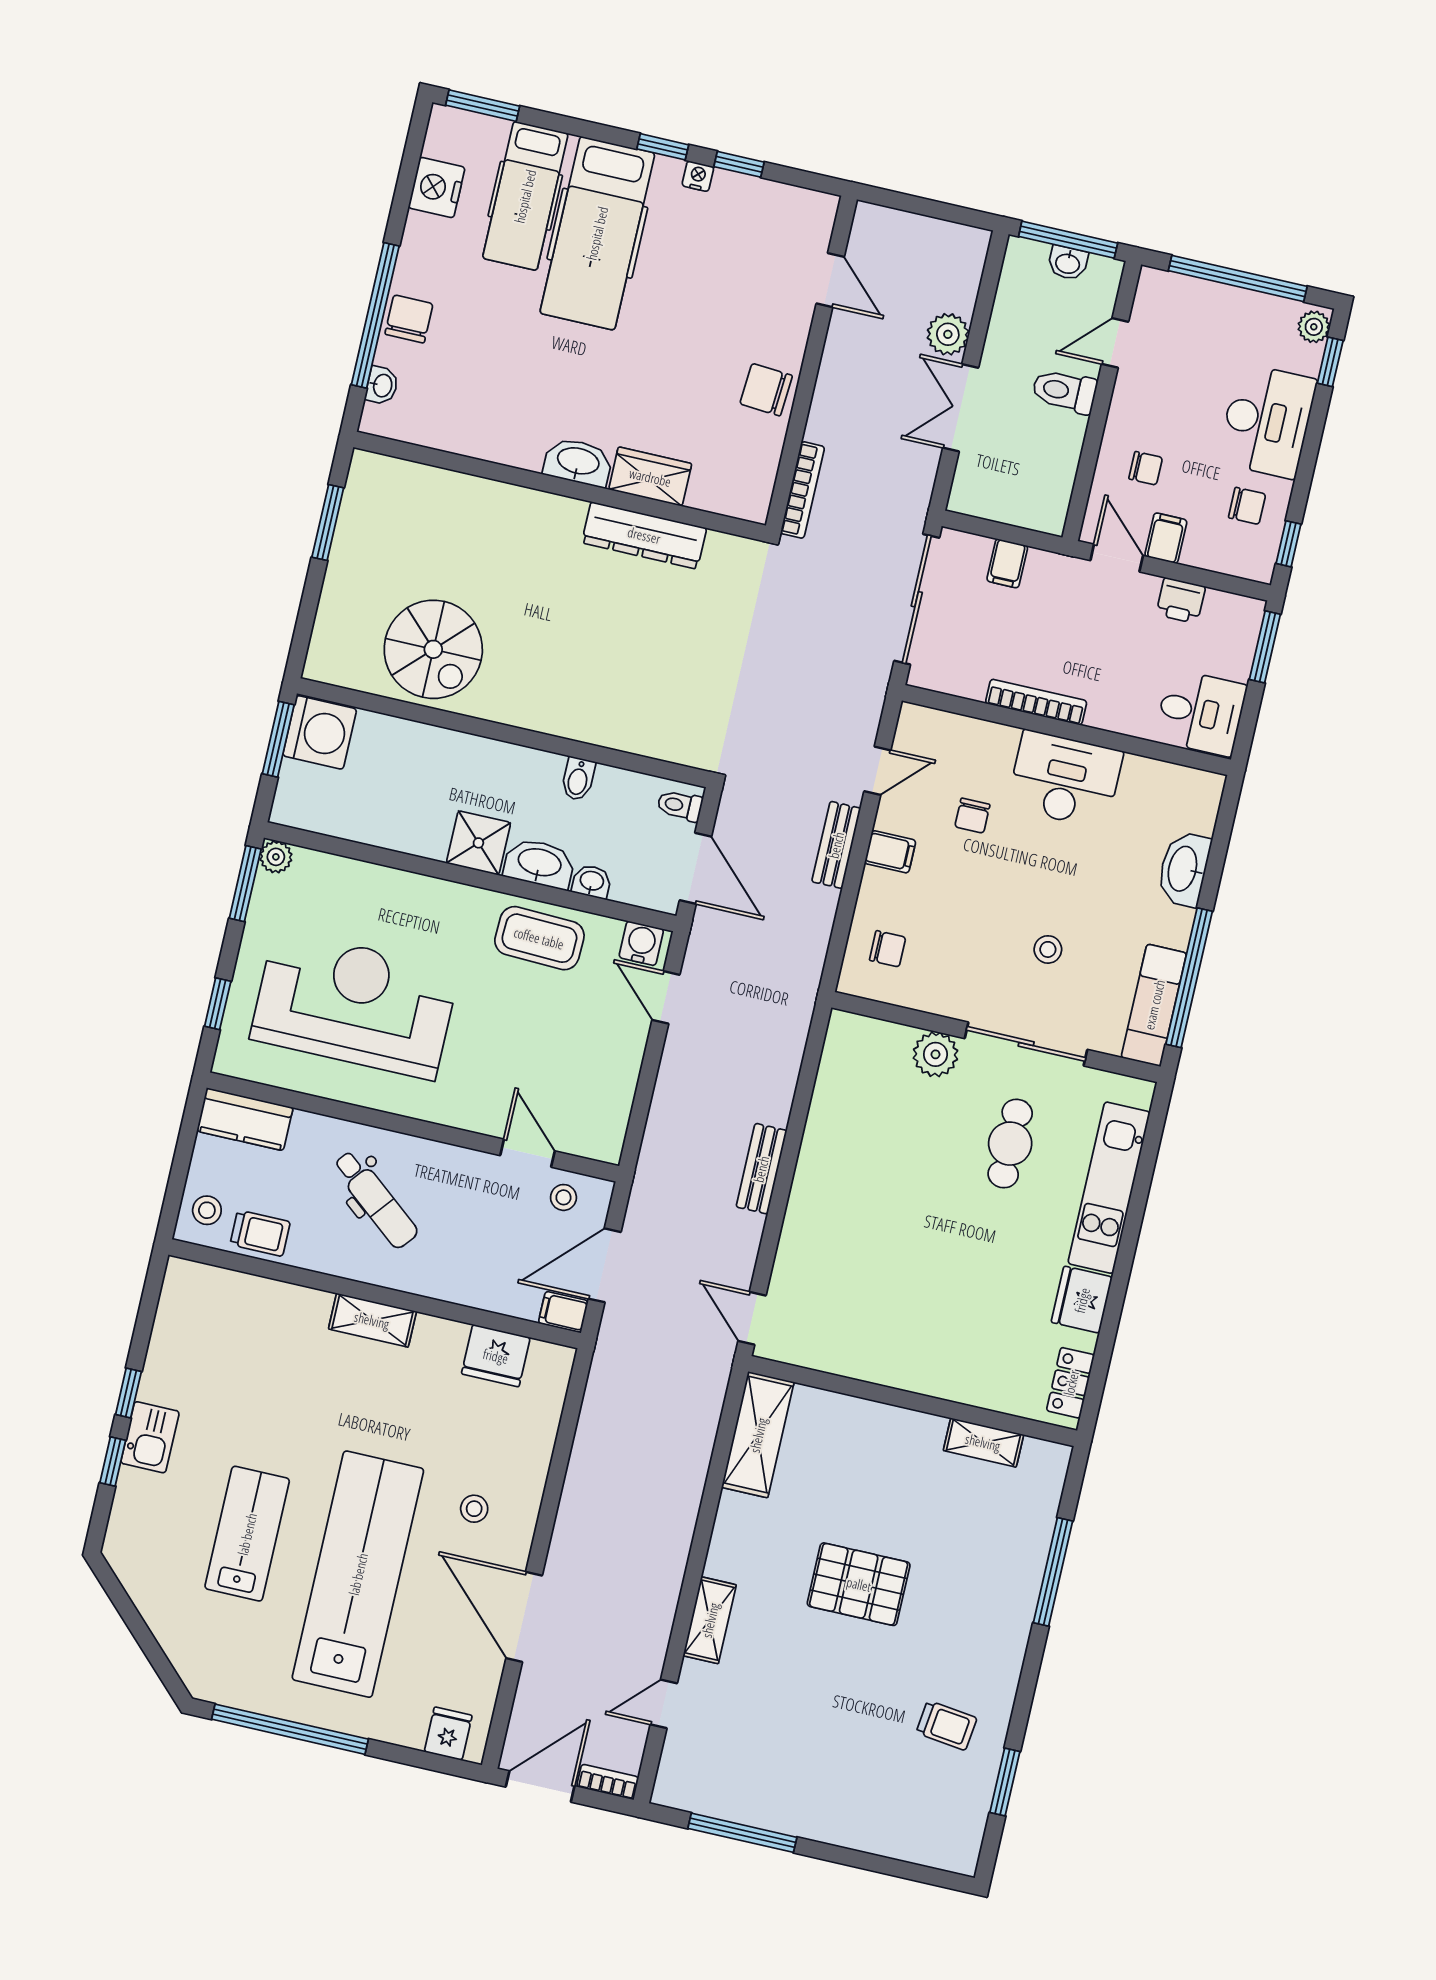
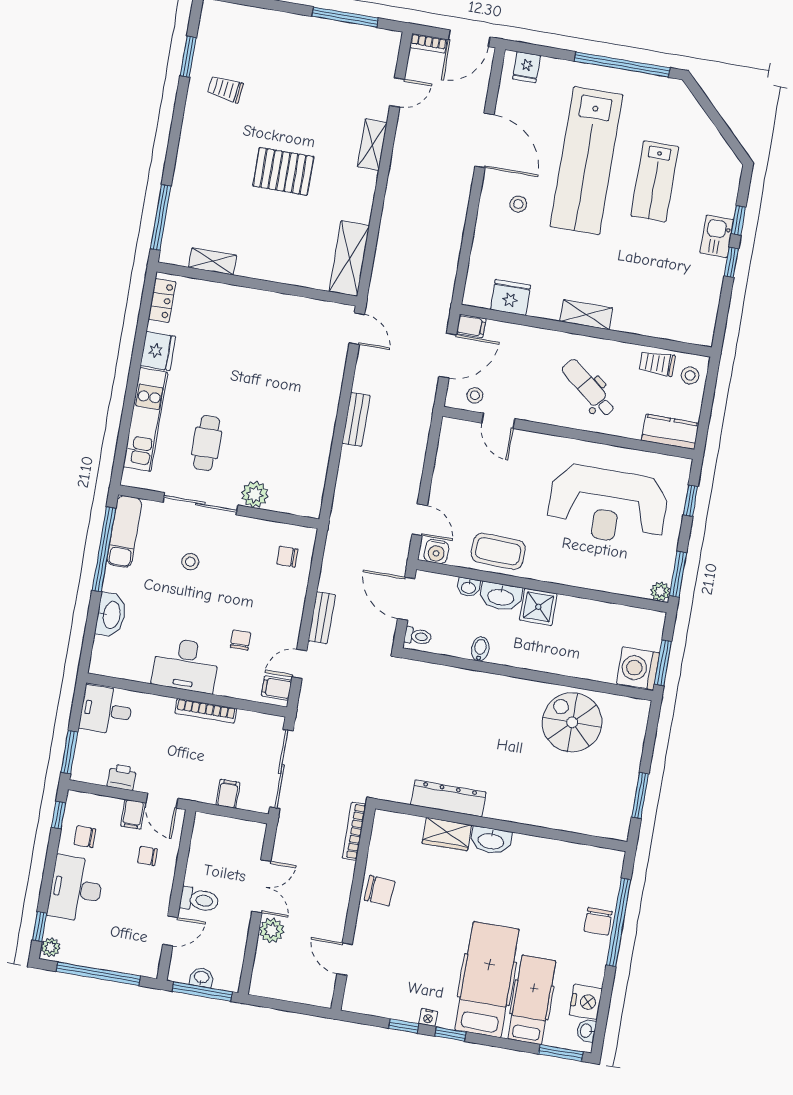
washbasin: (382, 385) -> (586, 1031), moved
filing cabinet: (890, 852) -> (277, 688), moved
window: (1053, 1572) -> (161, 217), moved

